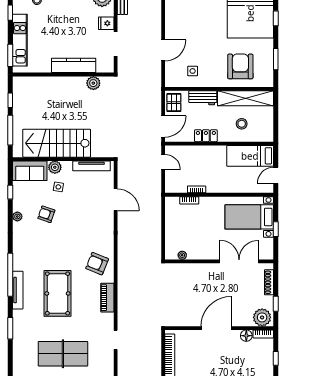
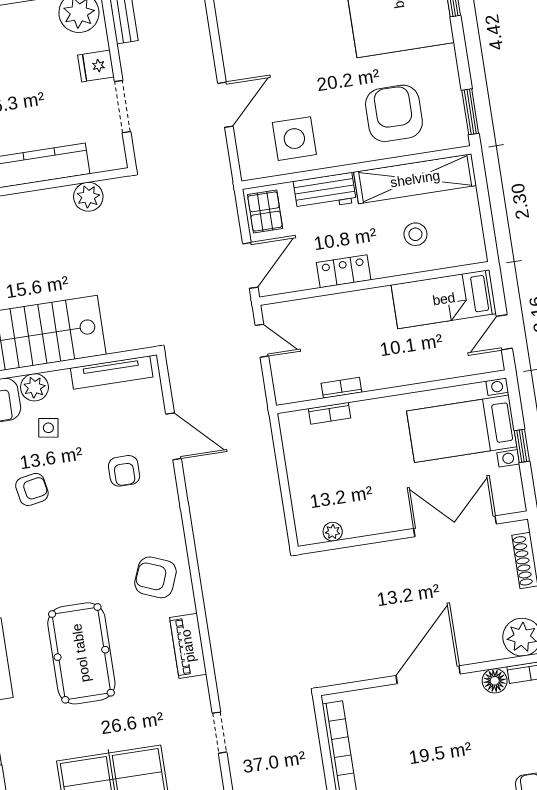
window: (276, 59) -> (470, 112), moved
side table: (193, 71) -> (294, 139), width x1.87, depth x1.87
armchair: (90, 212) -> (124, 471), added
armchair: (46, 214) -> (32, 489), turned 151

